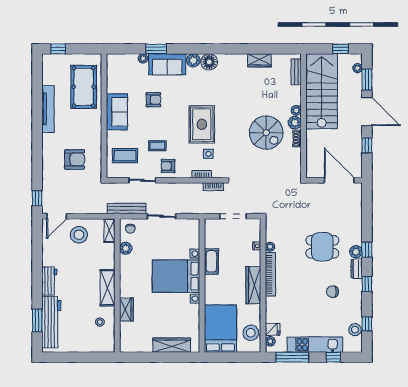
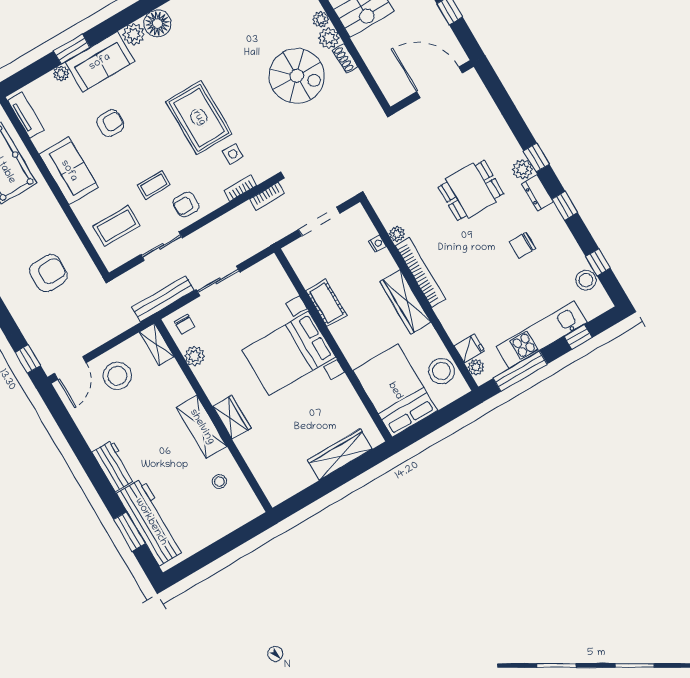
tv unit: (112, 69) -> (26, 115), added
wardrobe: (126, 309) -> (232, 417), moved

